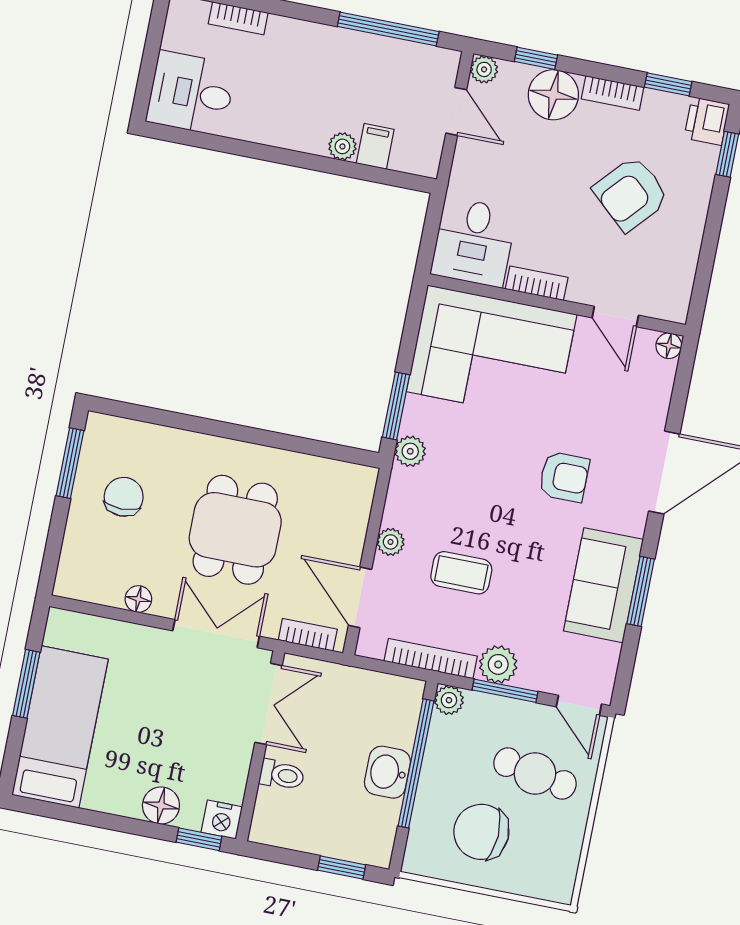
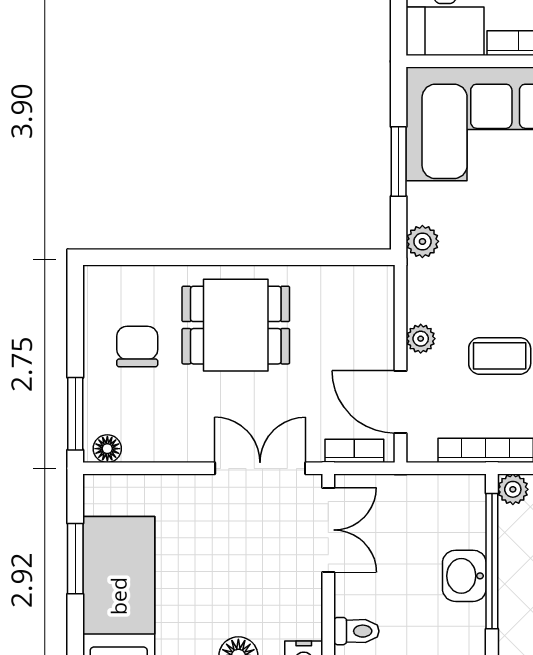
window: (396, 406) -> (399, 161), moved
window: (70, 463) -> (75, 414), moved
dining table: (235, 530) -> (236, 325), moved, turned 90
floor lamp: (138, 599) -> (107, 449), moved
toilet: (282, 775) -> (356, 631), moved

